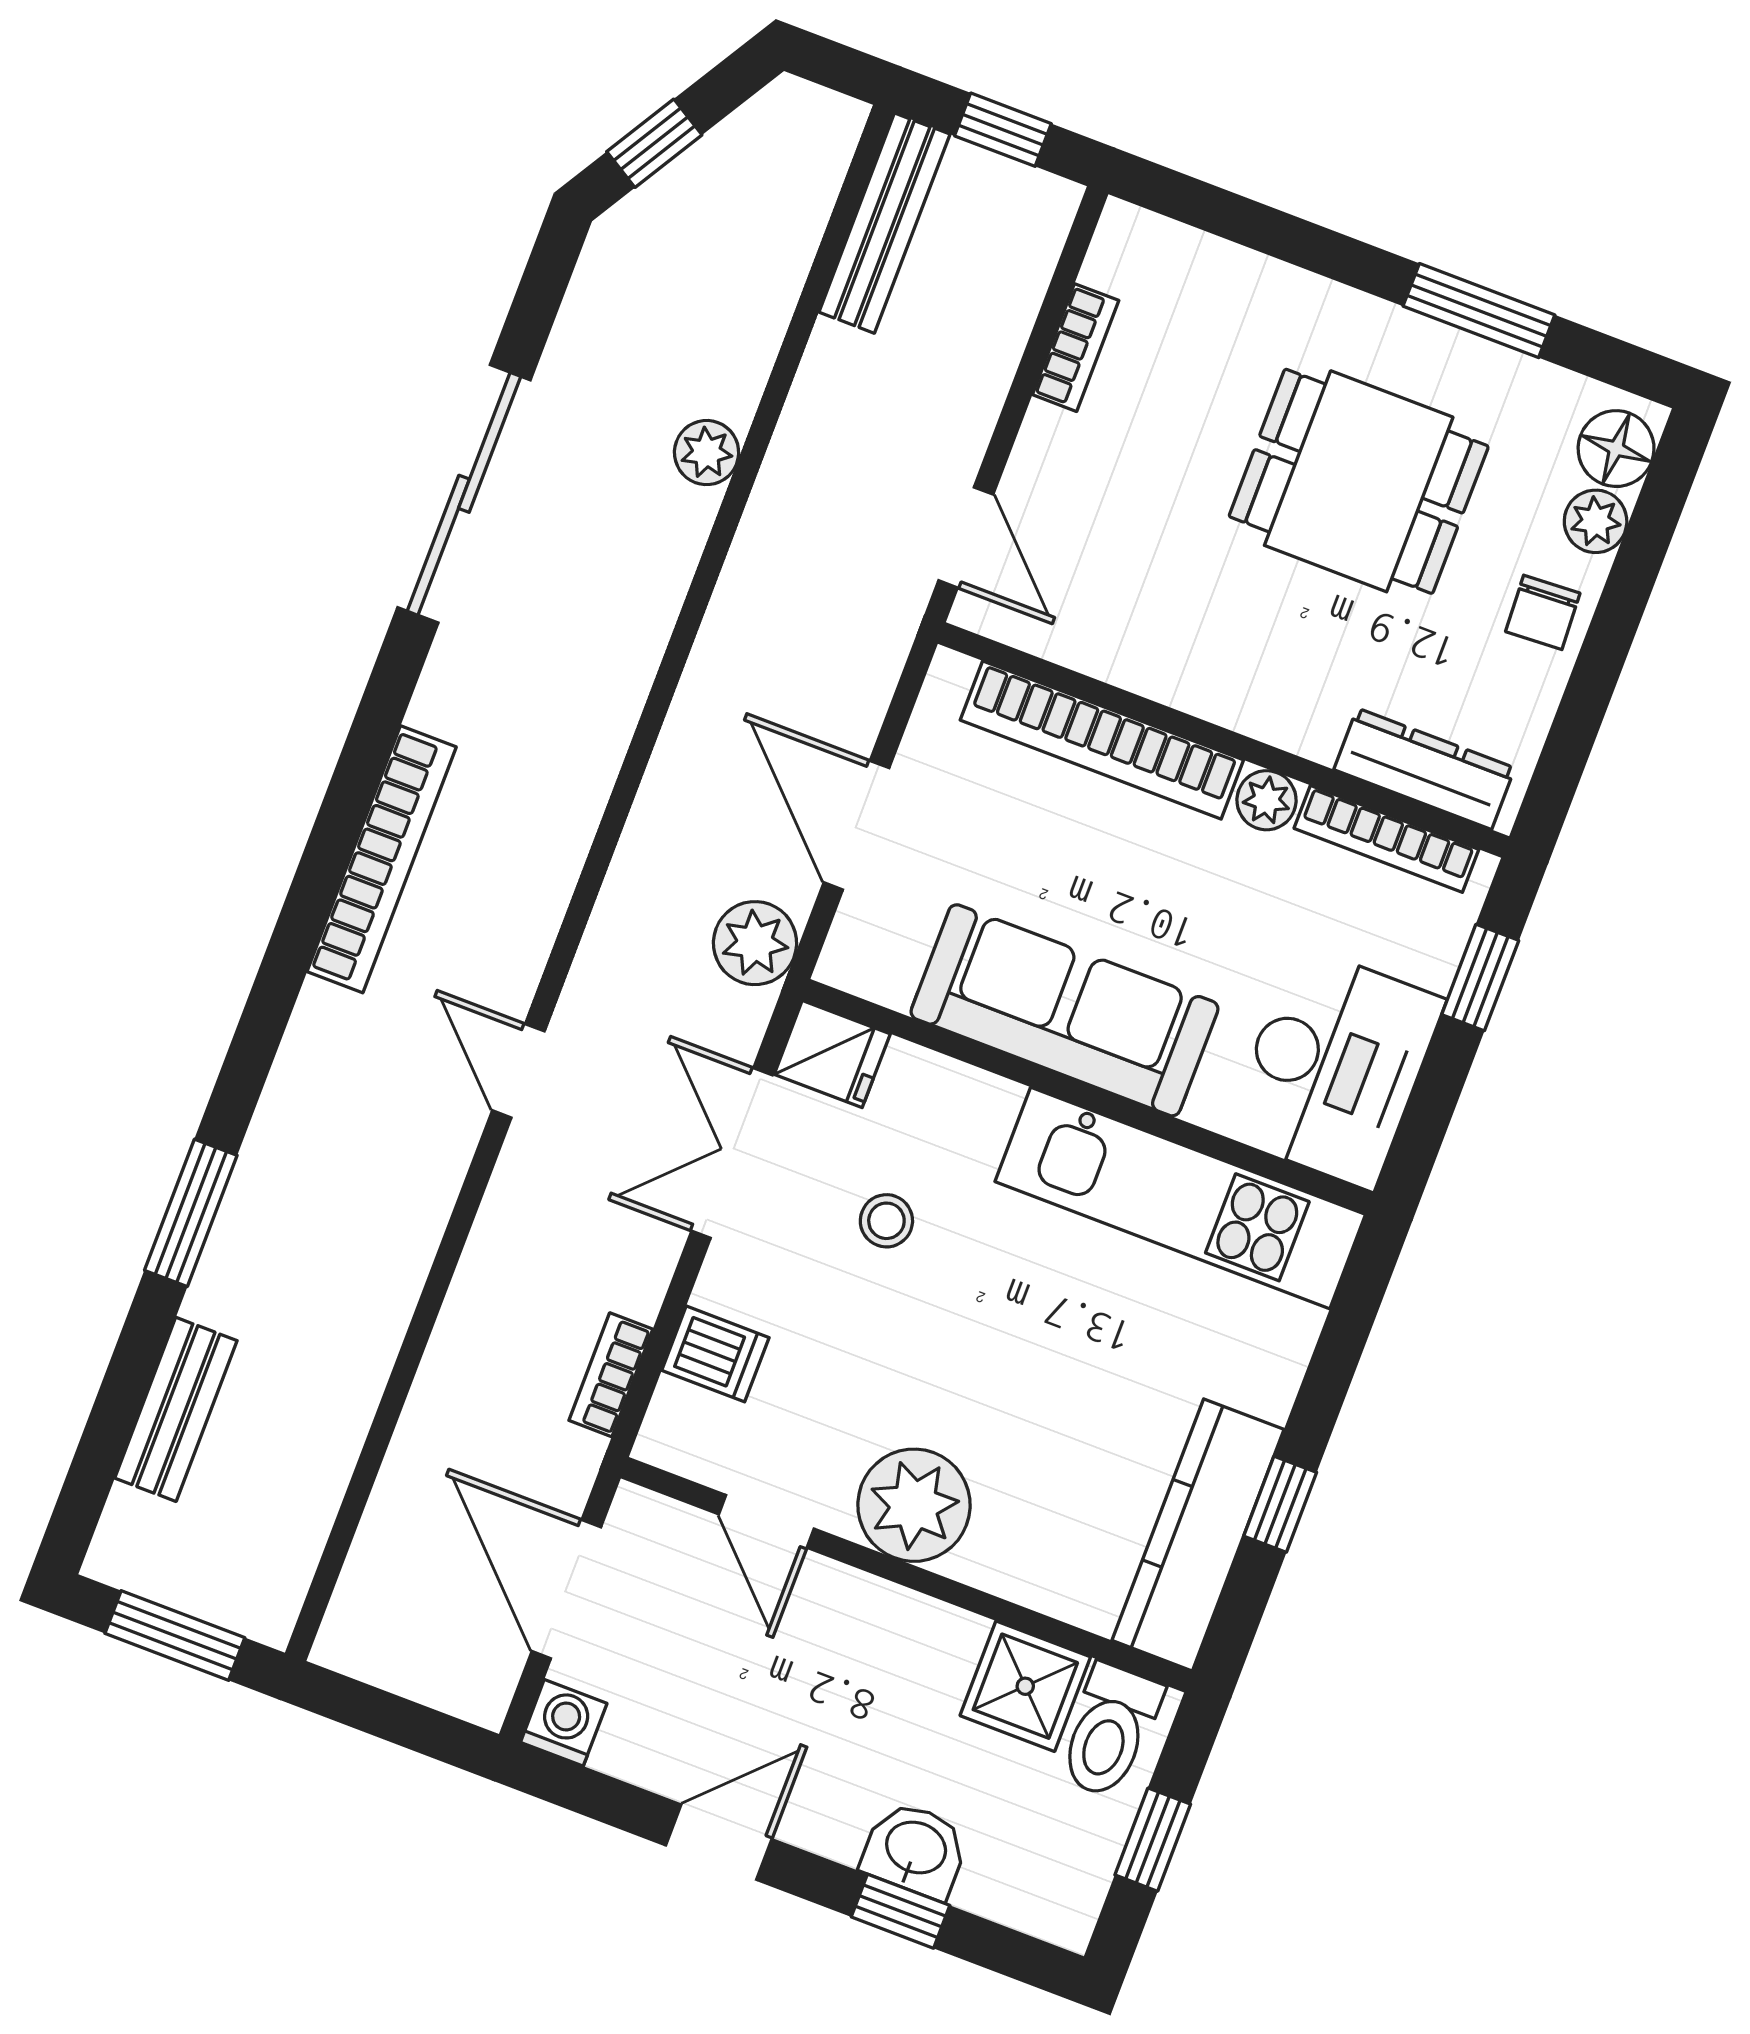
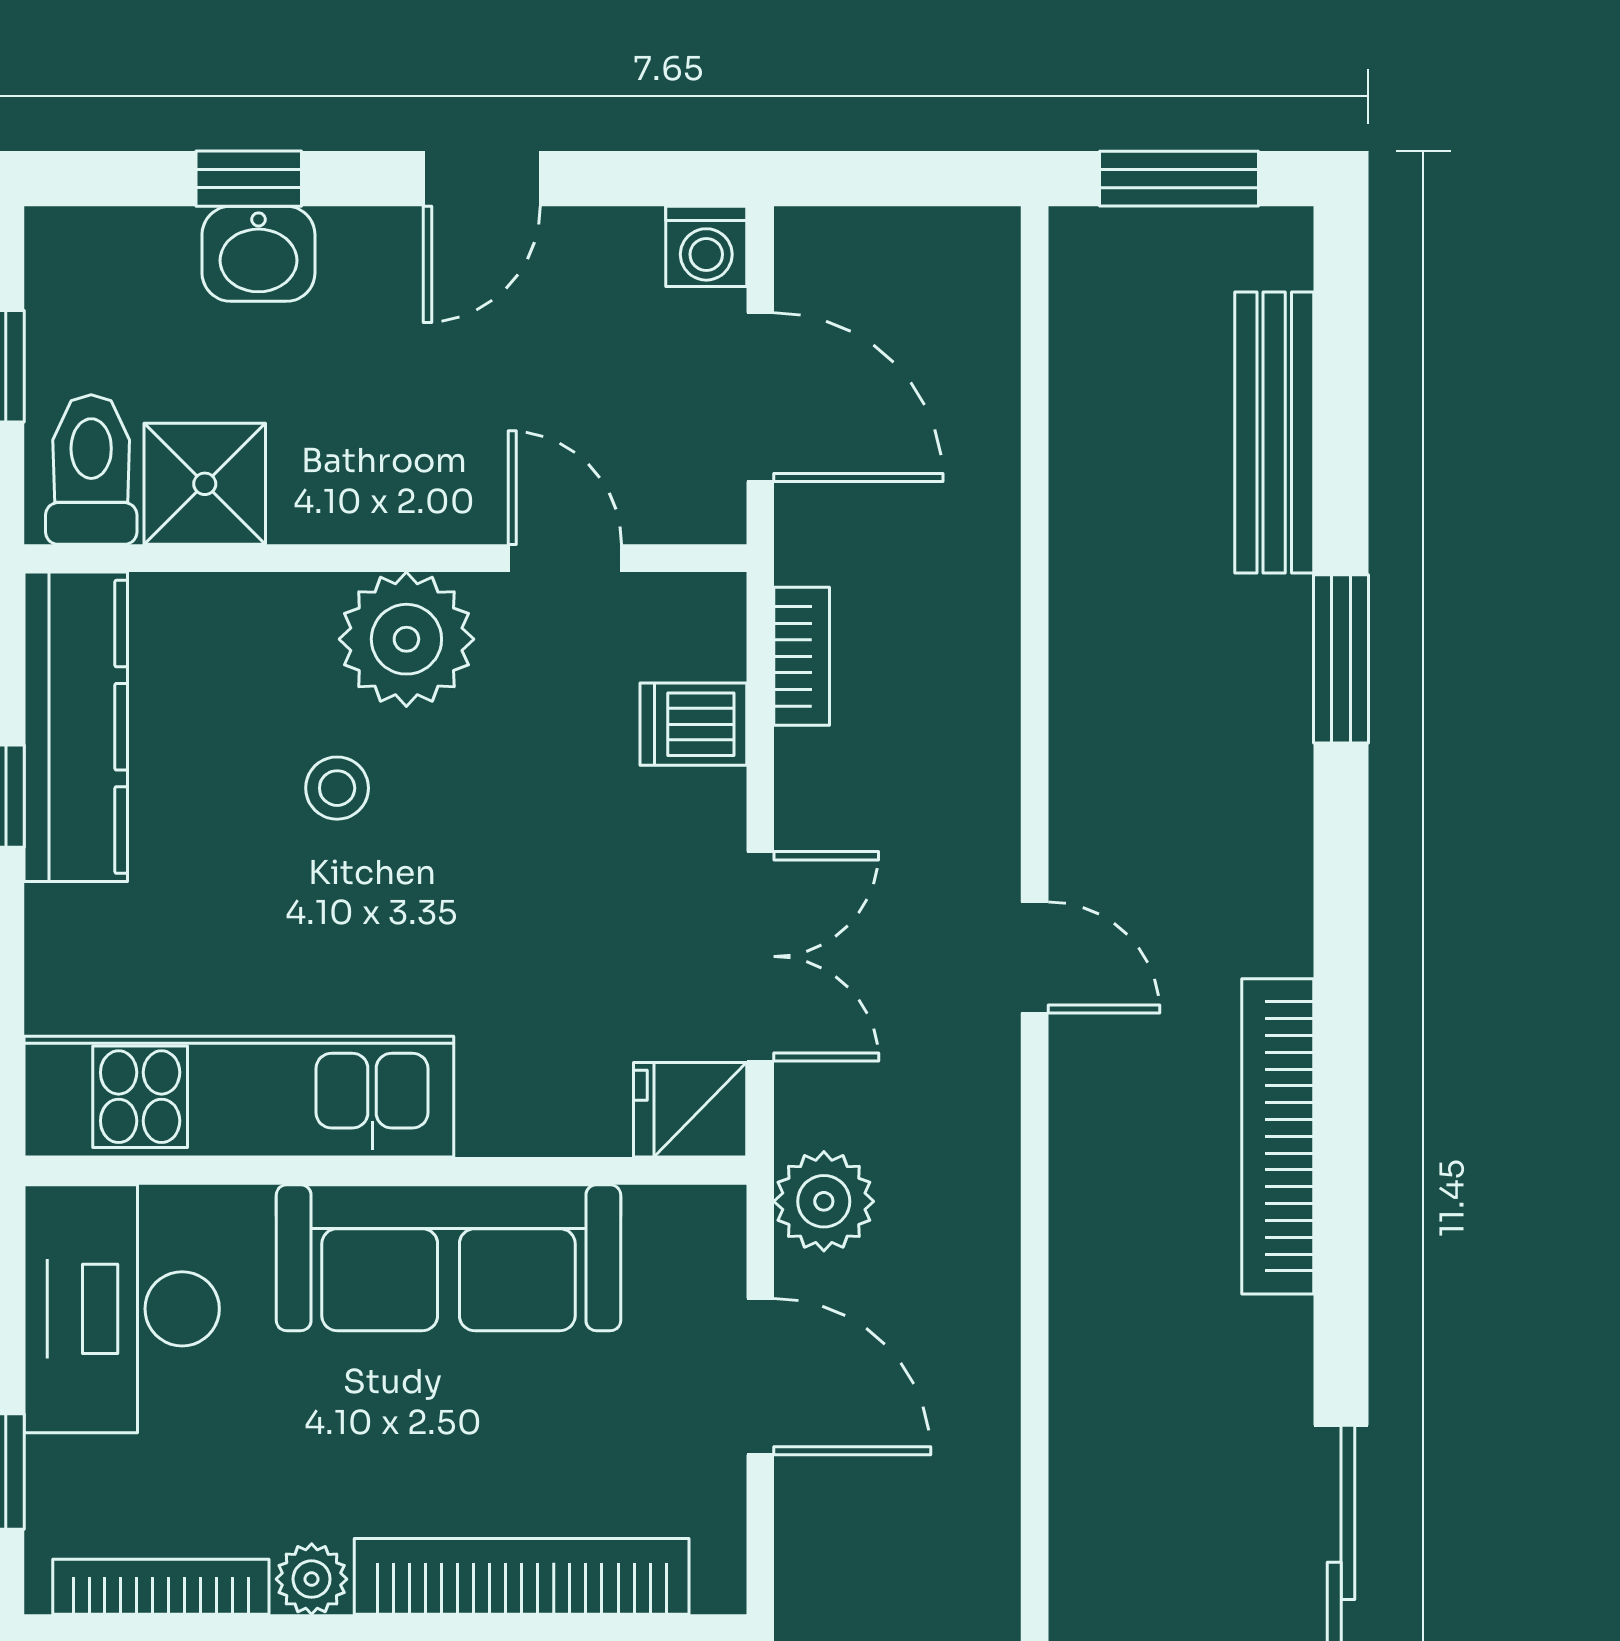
stool: (886, 1221) -> (337, 788), moved
bench: (176, 1409) -> (1274, 432), width x1.36

